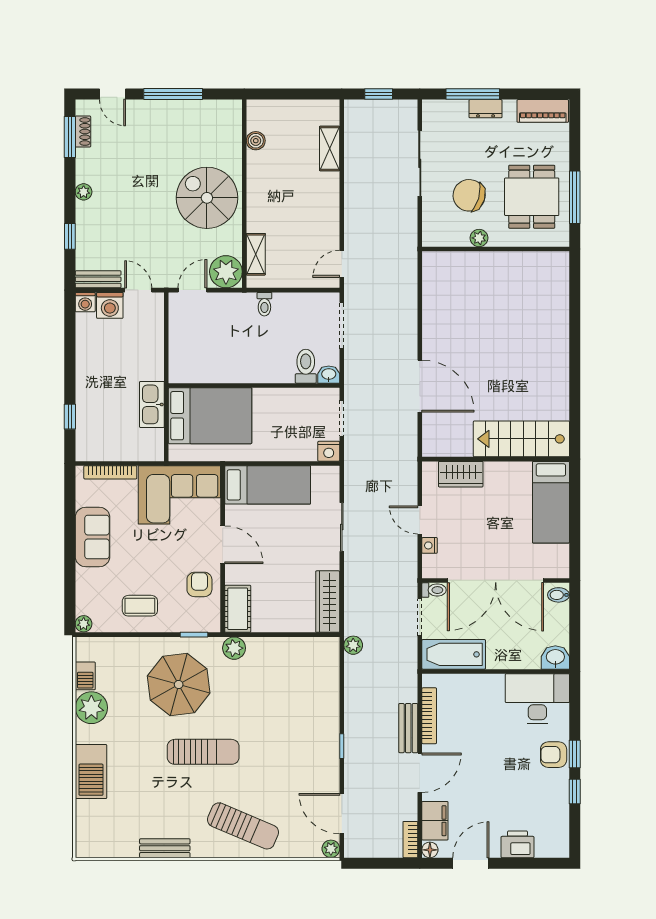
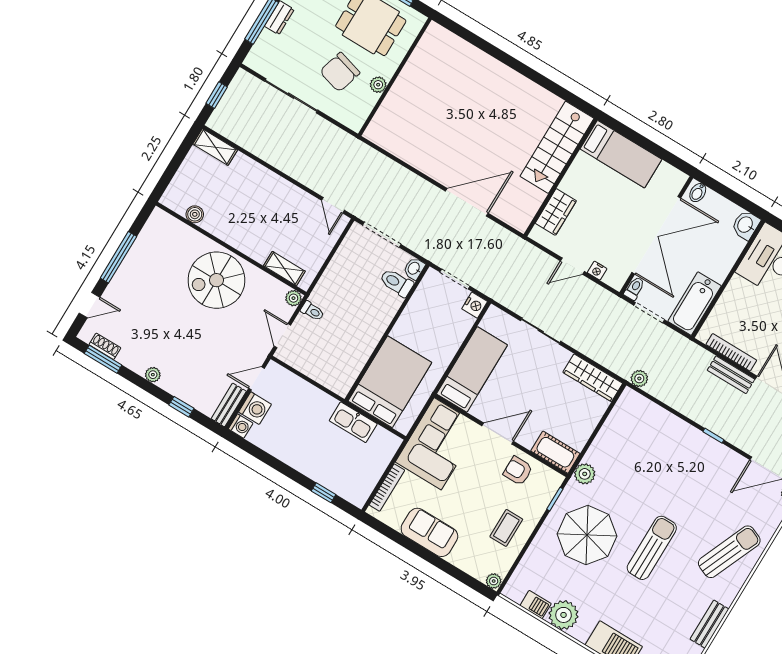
shelving: (330, 148) -> (215, 147), moved
plant: (226, 272) -> (293, 298), width x0.53, depth x0.53
toilet: (264, 304) -> (312, 311), moved

